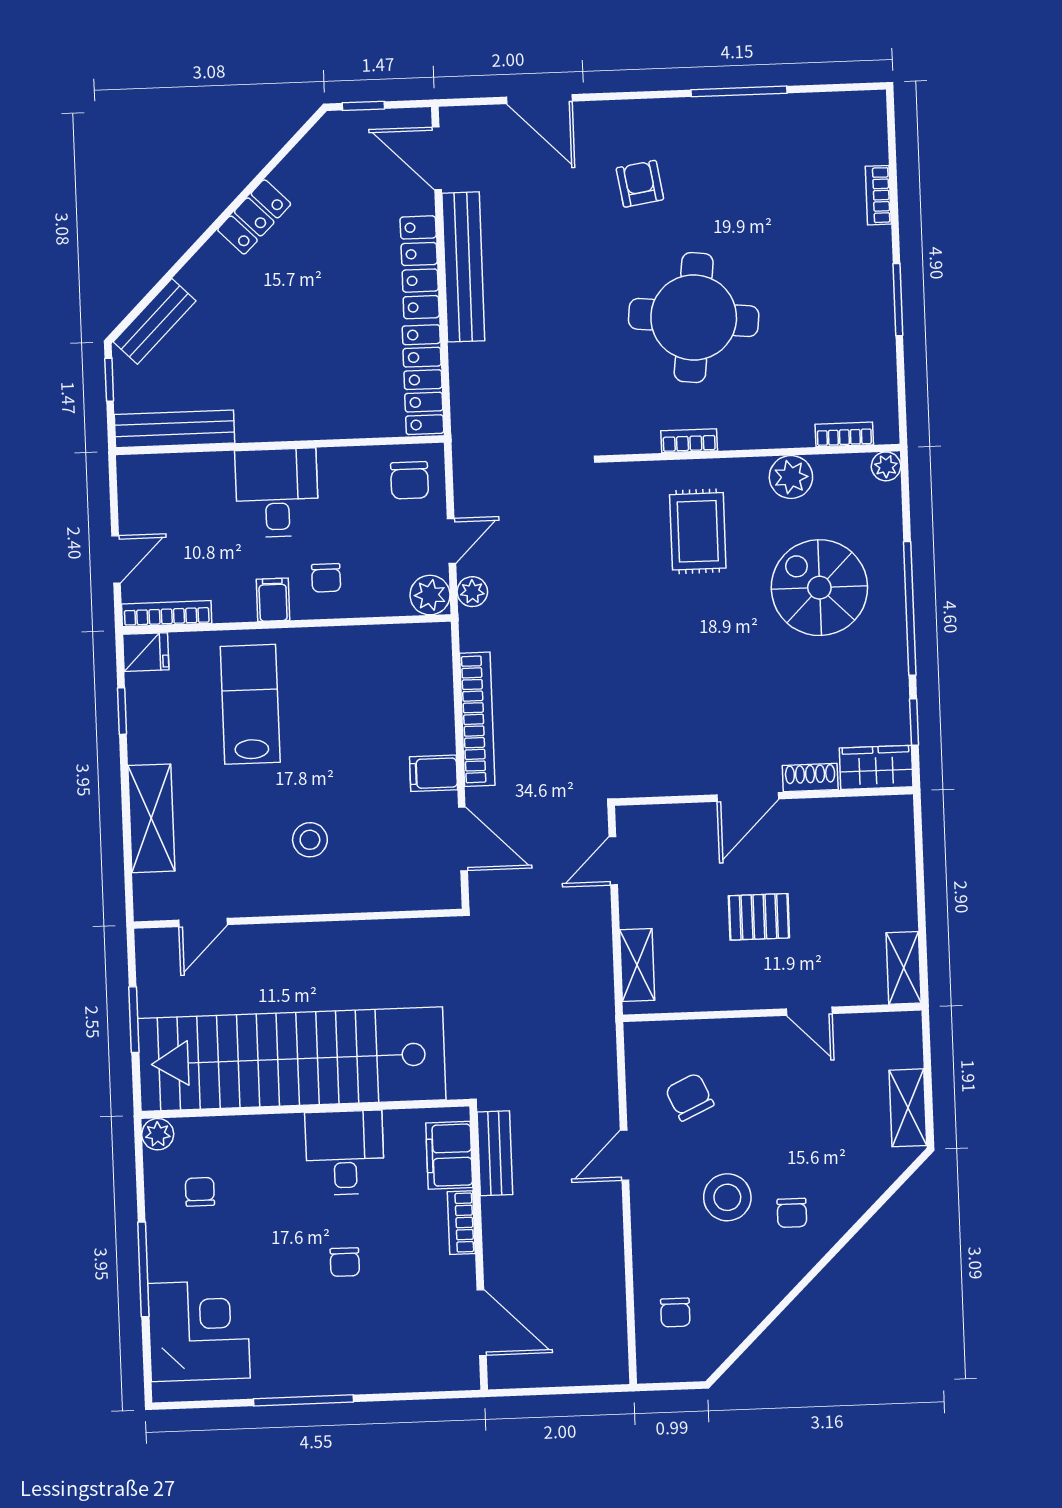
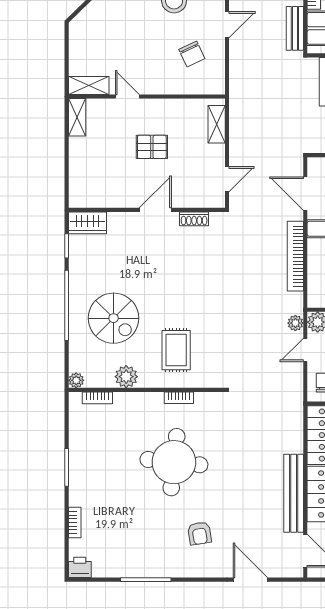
printer: (865, 110) -> (80, 567), added
shoe rack: (810, 778) -> (194, 219), moved
shelving: (908, 1108) -> (89, 85), moved, turned 90

